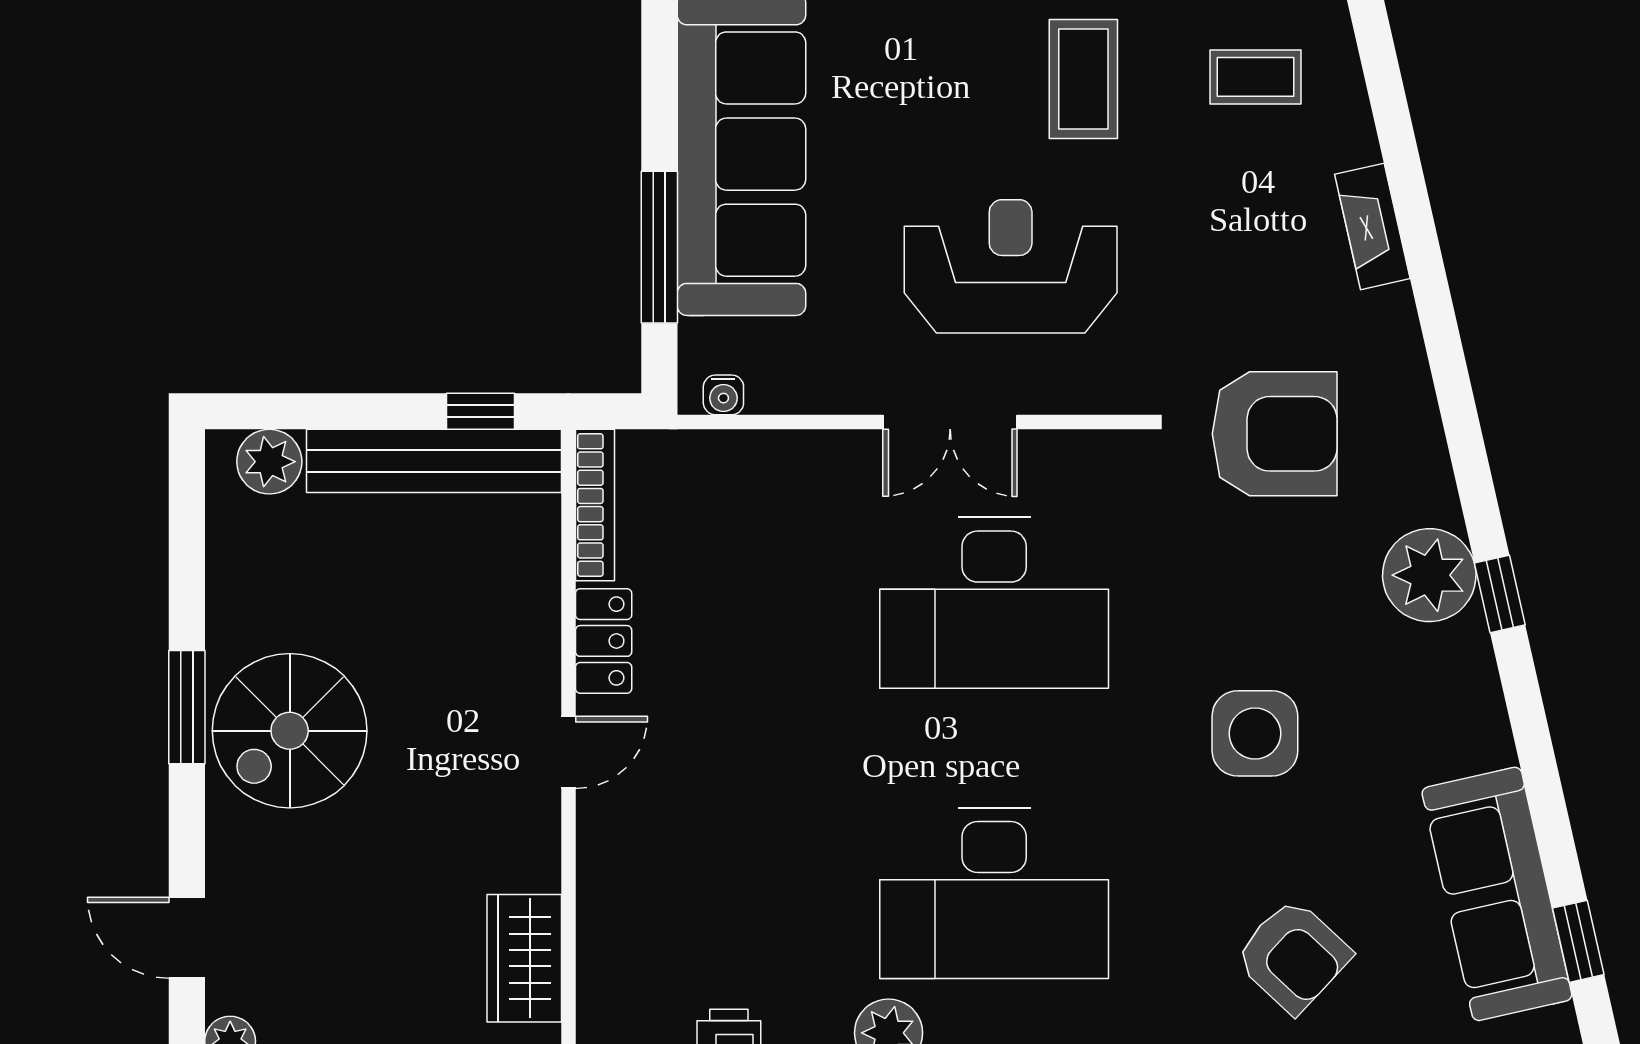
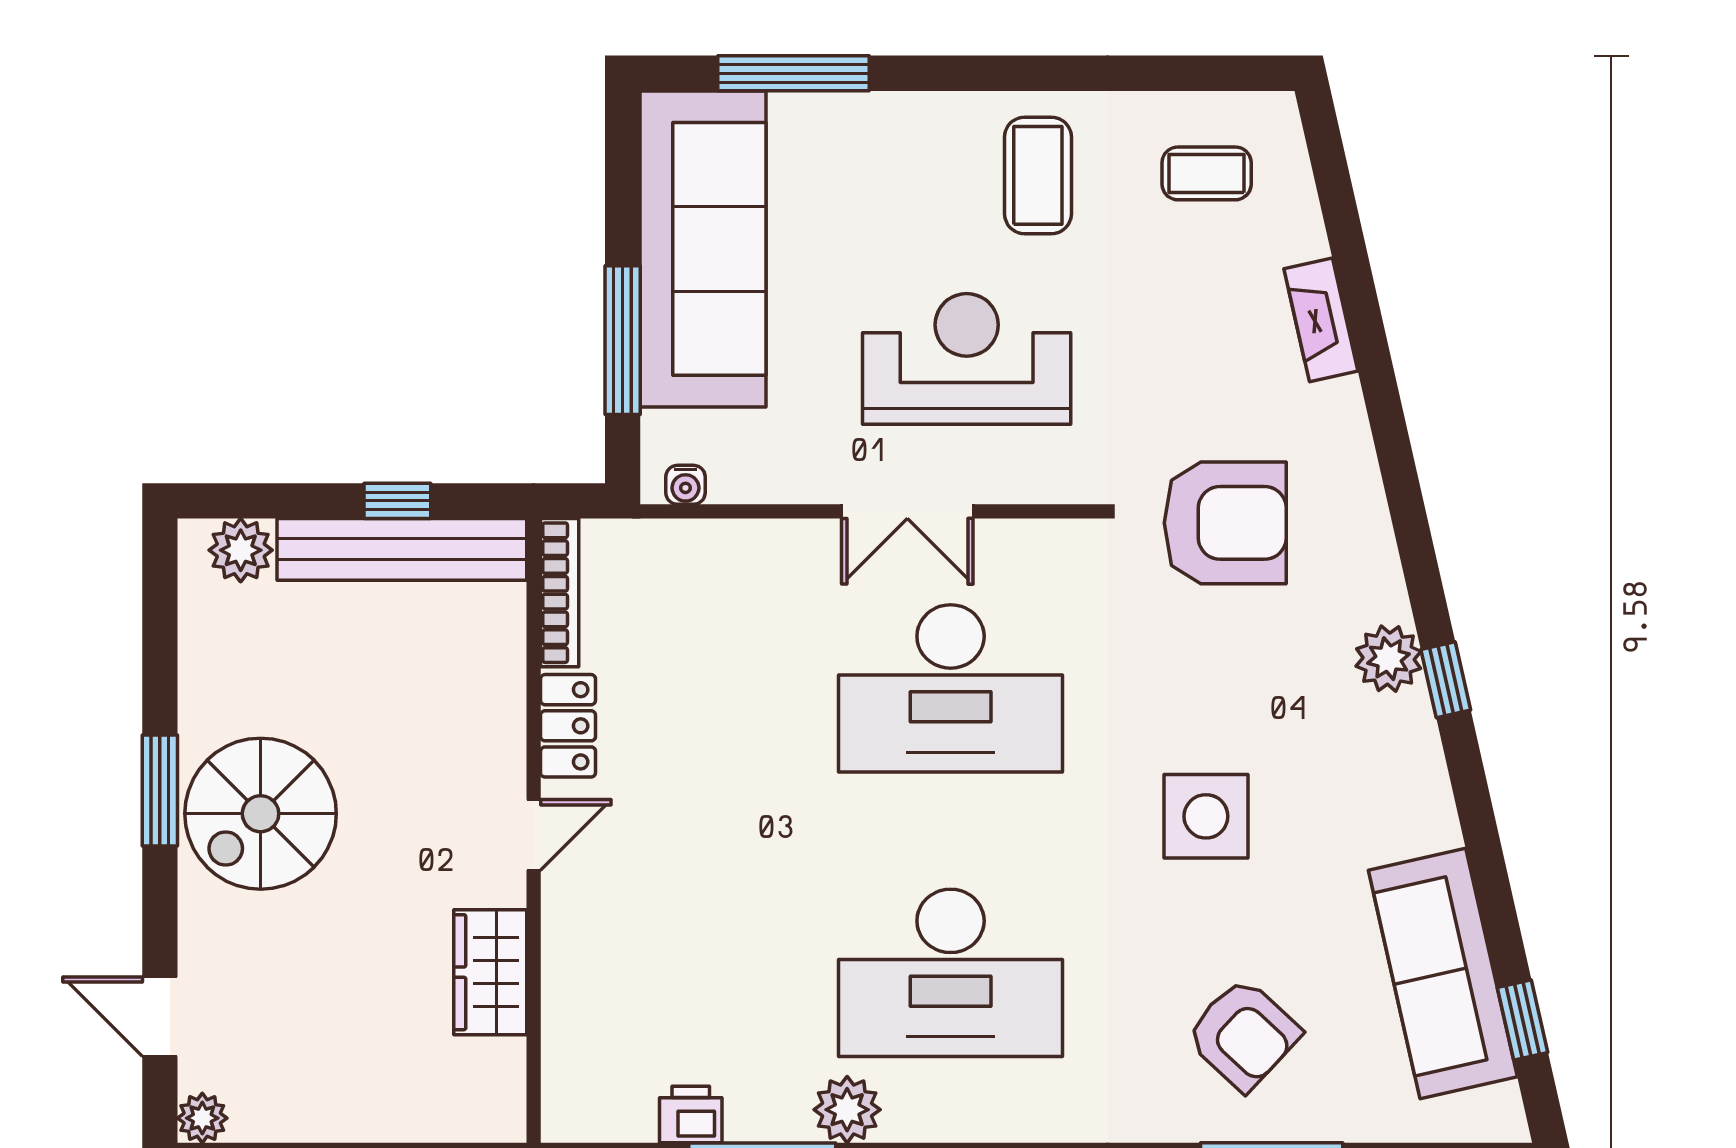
window: (481, 411) -> (397, 501), moved
plant: (1429, 575) -> (1389, 659), width x0.73, depth x0.73
wardrobe: (524, 958) -> (490, 972), moved

